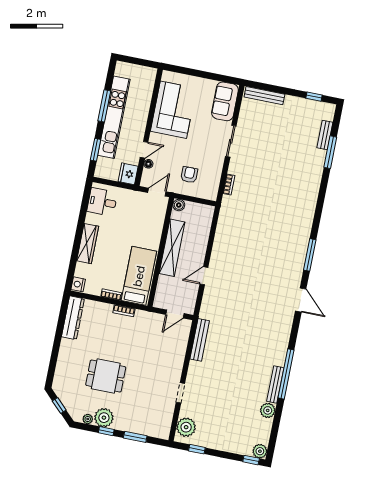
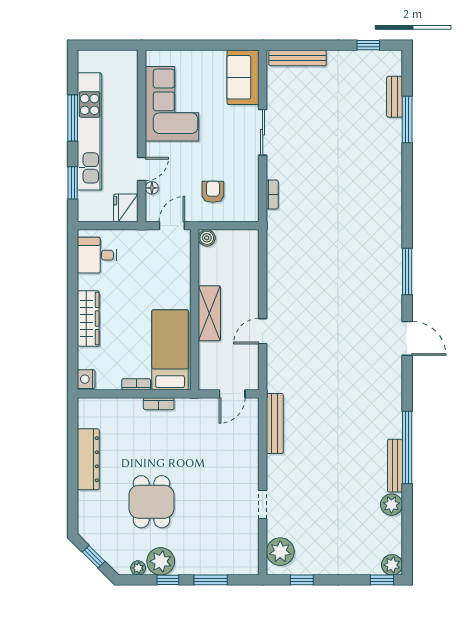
shelving: (172, 248) -> (209, 313), width x0.68
dresser: (73, 318) -> (88, 459), moved
dining table: (106, 376) -> (151, 502), turned 90

